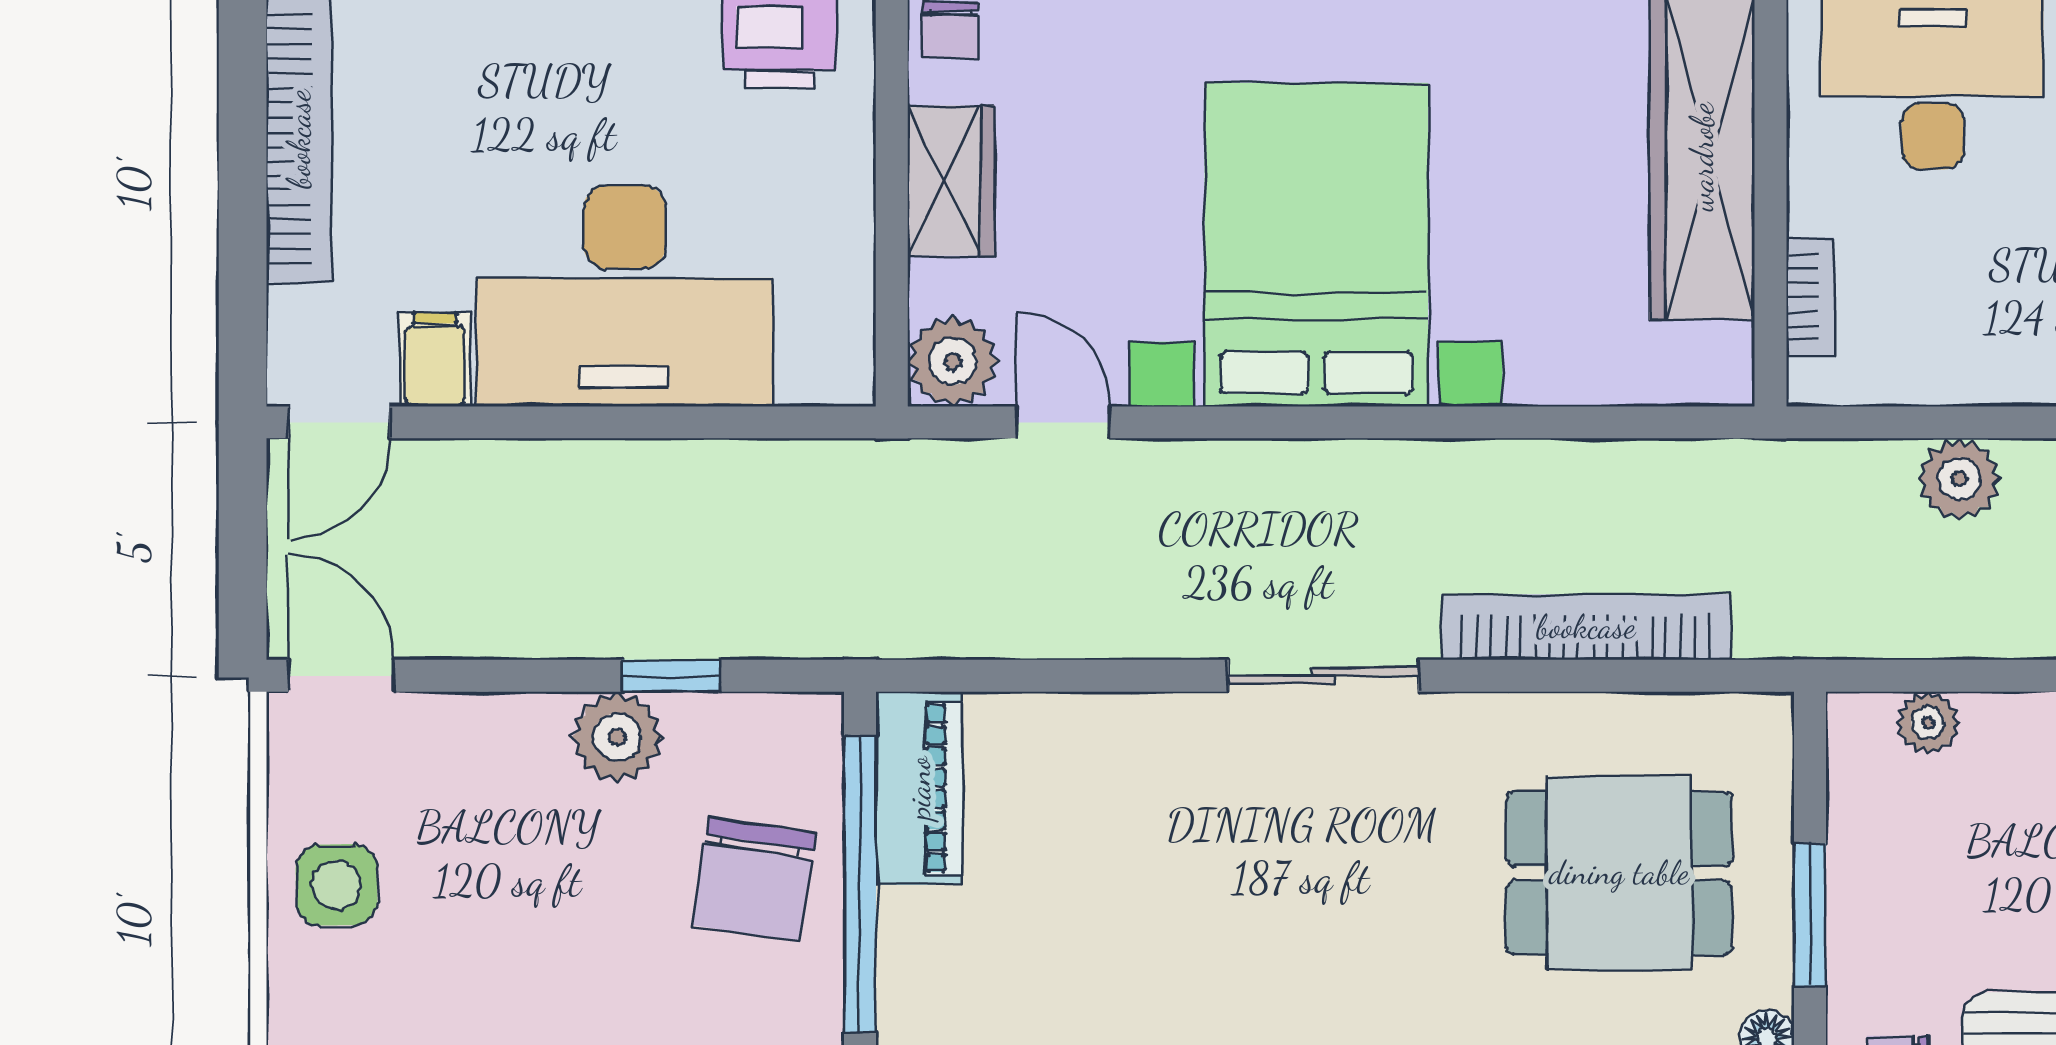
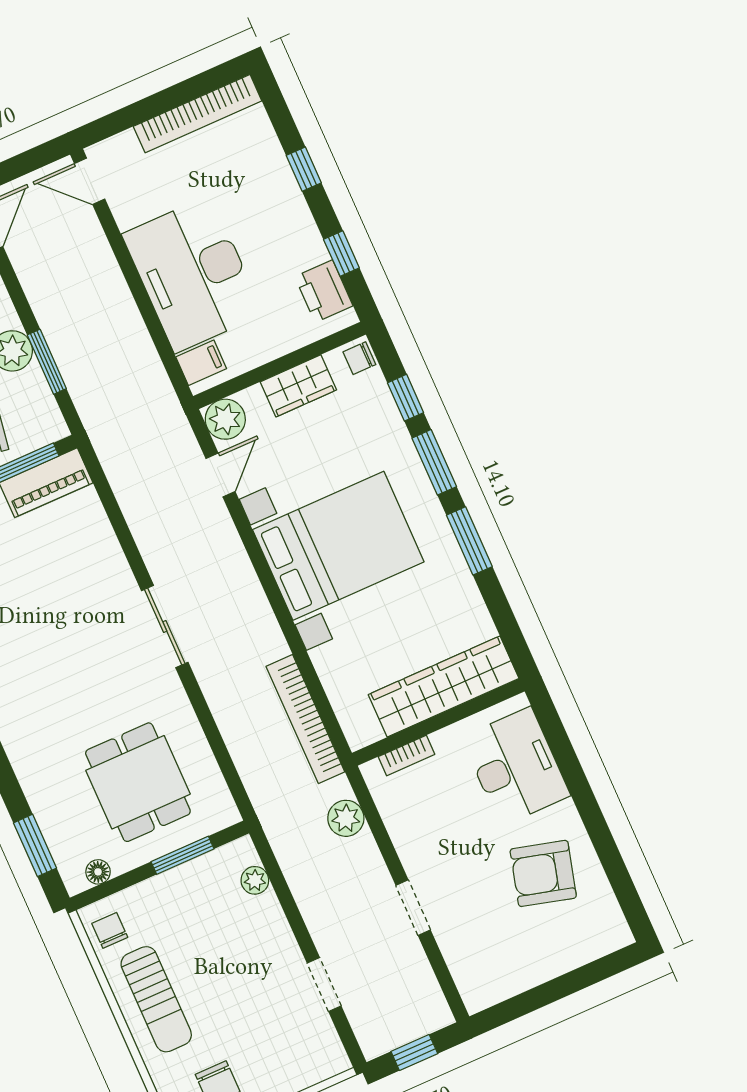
filing cabinet: (435, 359) -> (201, 363), moved
plant: (1959, 479) -> (346, 818), moved
bookcase: (1586, 627) -> (305, 719), moved, turned 180
window: (671, 676) -> (47, 362), width x1.50
window: (1810, 915) -> (183, 855), moved

